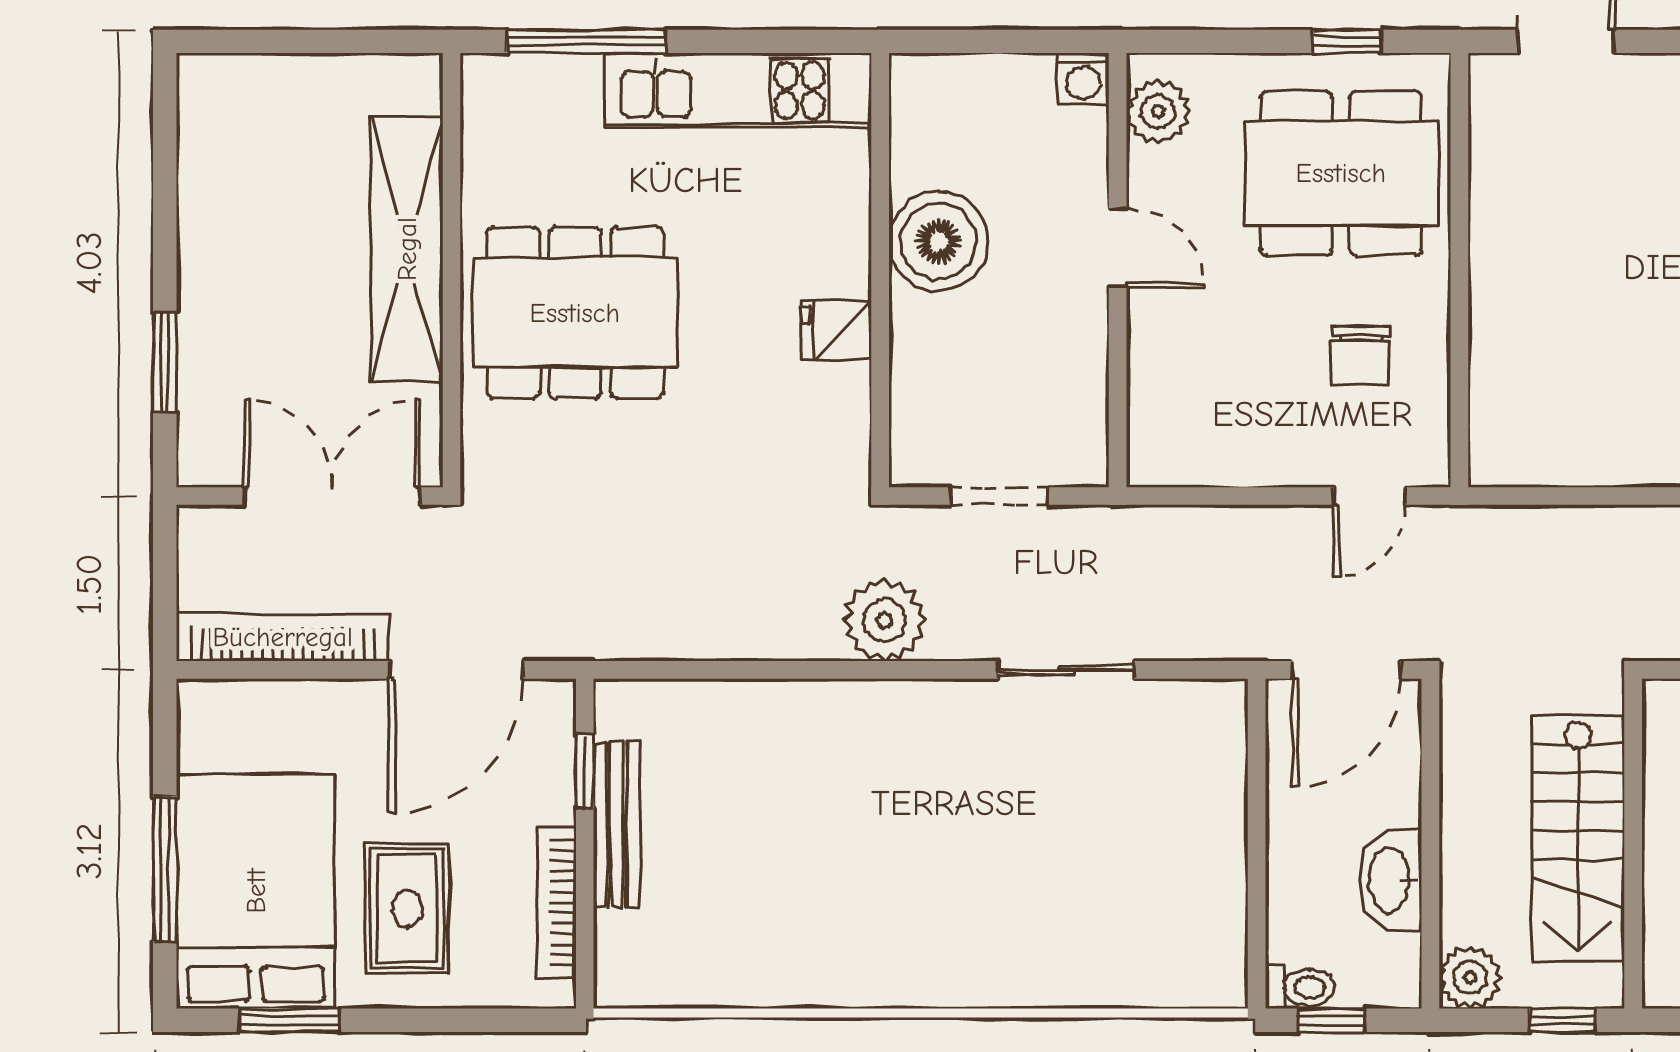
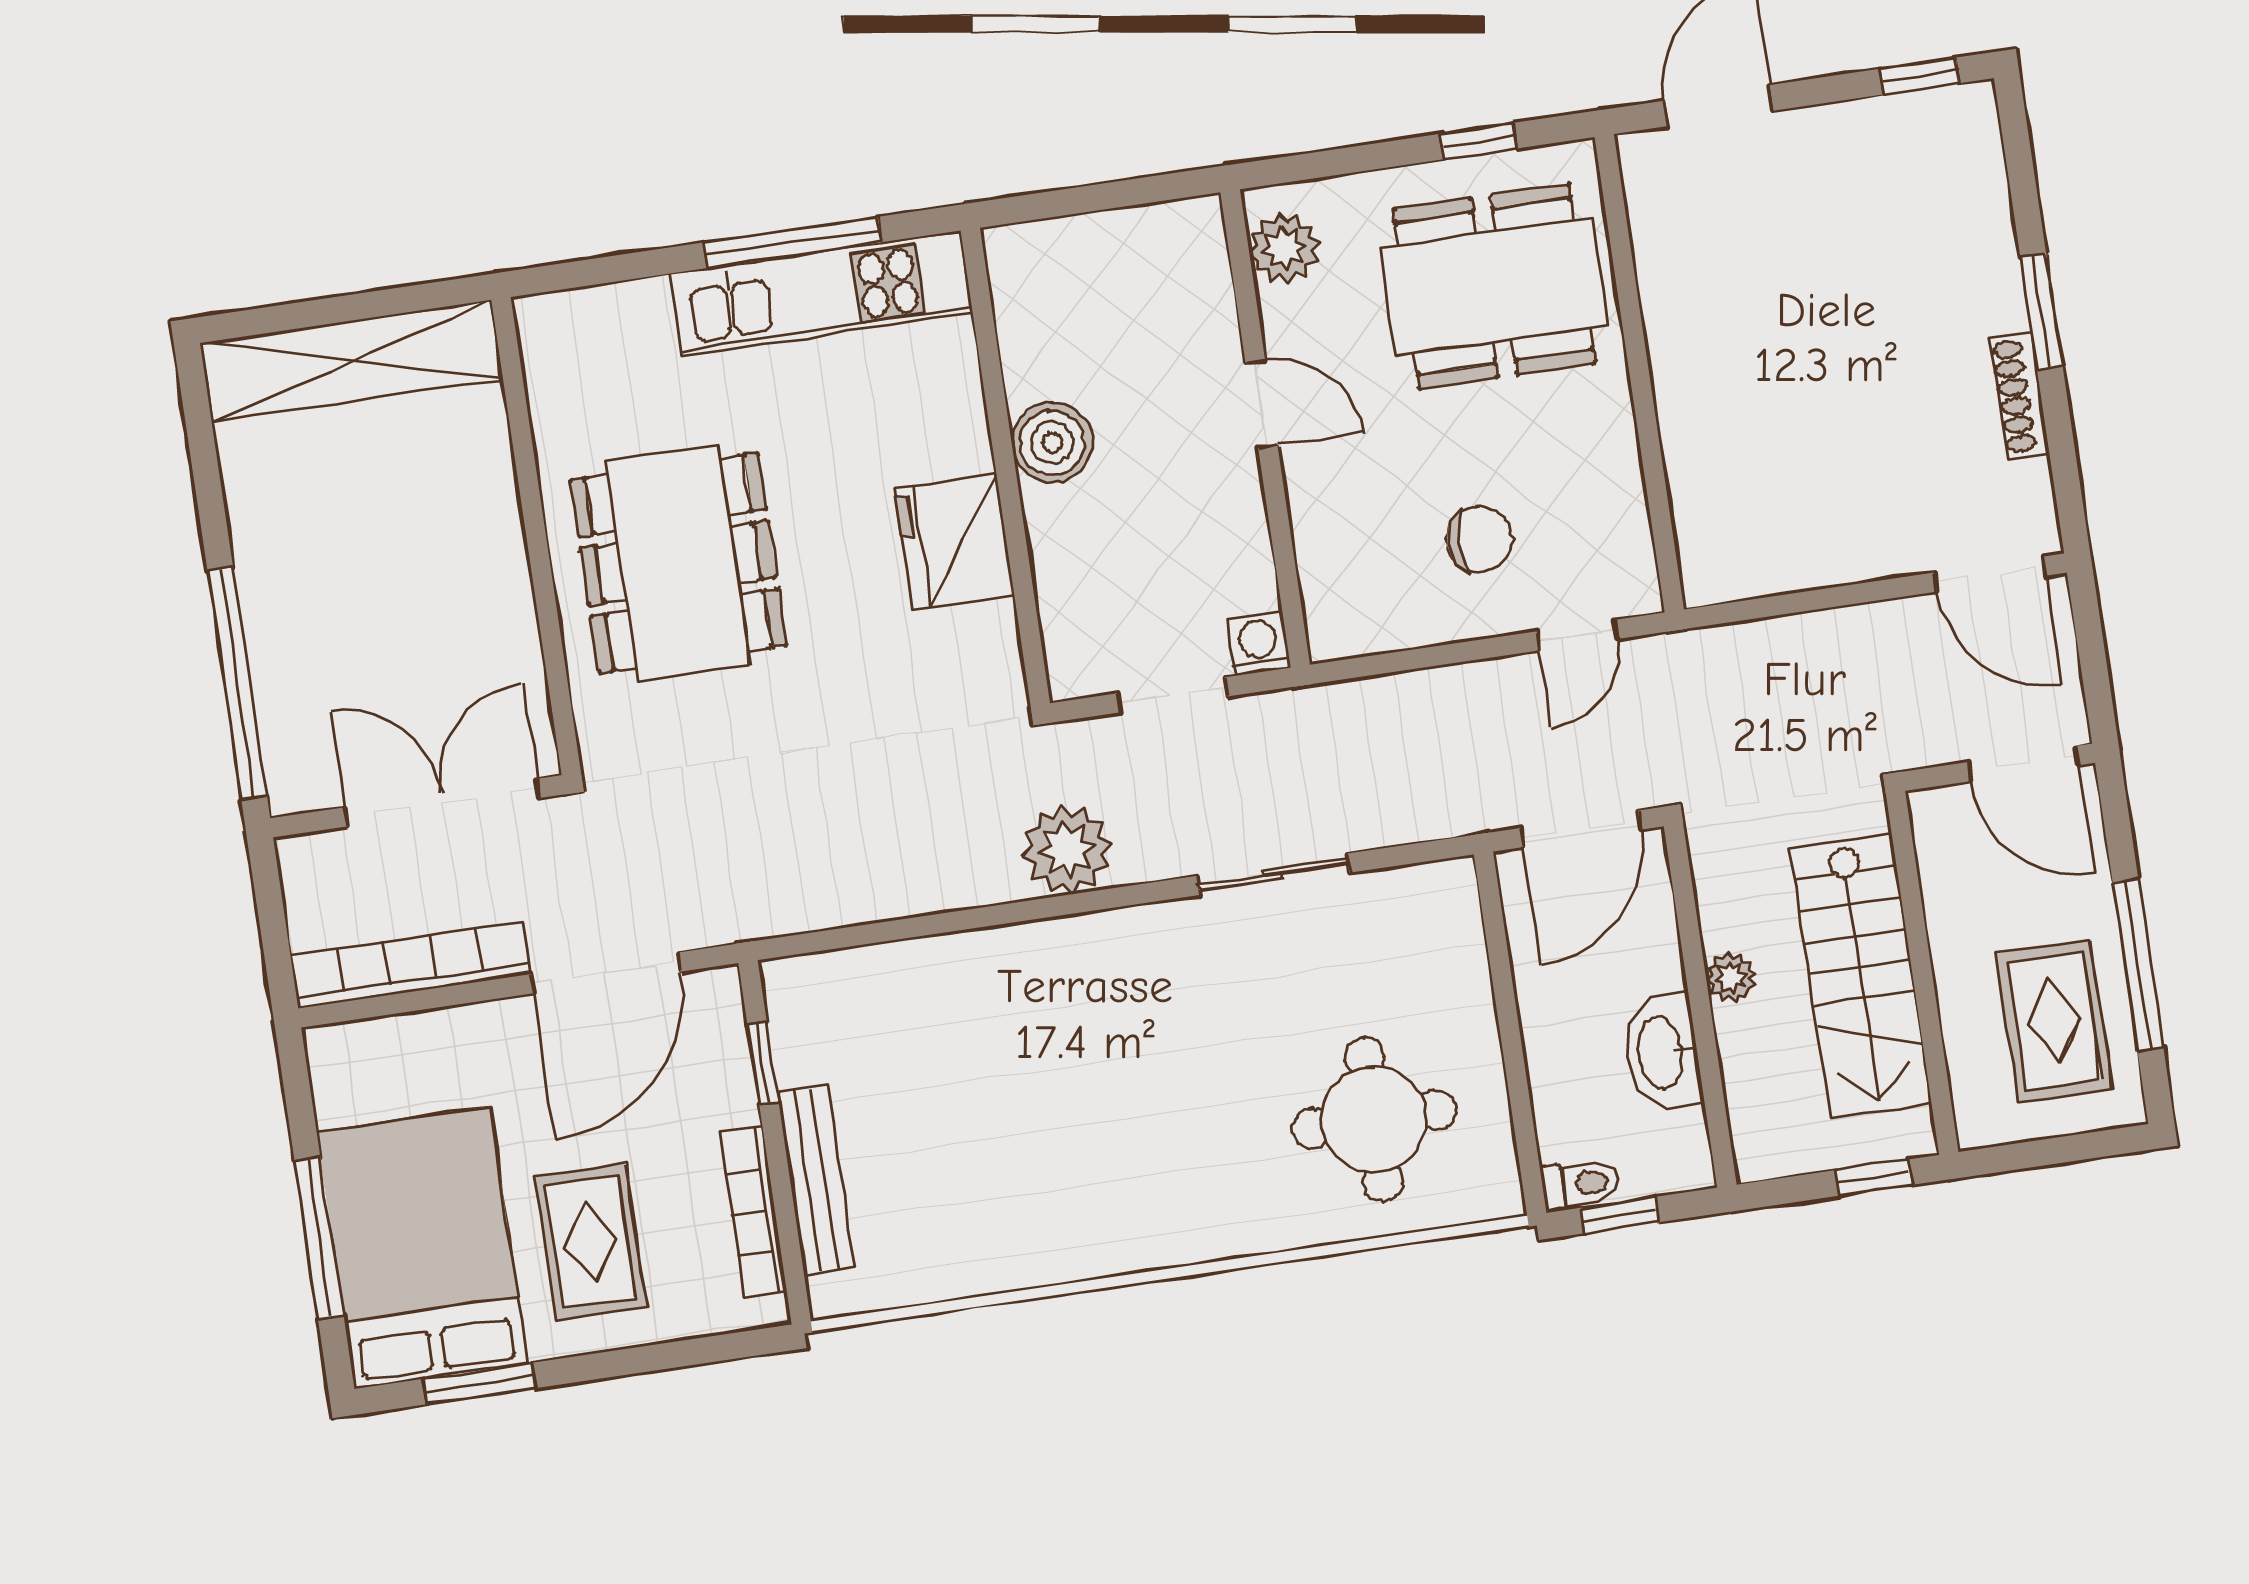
window: (586, 41) -> (793, 242), moved
washing machine: (1083, 79) -> (1258, 644), moved, turned 180
boiler: (939, 241) -> (1052, 443), width x0.73, depth x0.73
shelving: (407, 249) -> (352, 361), moved, turned 90
dining table: (575, 313) -> (678, 563), turned 90
fridge: (837, 330) -> (954, 542), width x1.88, depth x1.34
chair: (1360, 356) -> (1479, 539), moved, turned -90
window: (165, 362) -> (237, 683), width x2.11
bench: (617, 824) -> (816, 1179), moved
round table: (1124, 902) -> (1374, 1119), added
plant: (1470, 978) -> (1731, 977), moved, width x0.73, depth x0.73

